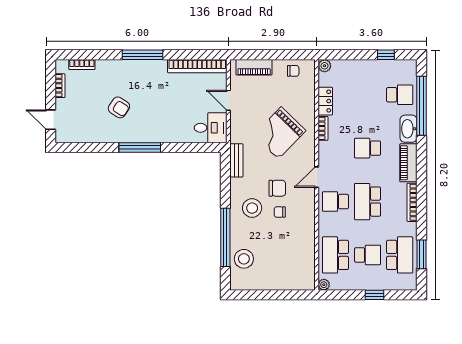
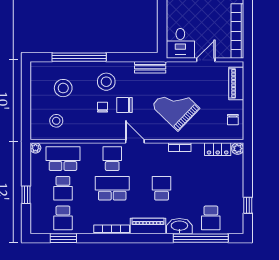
locker: (325, 101) -> (218, 149), moved
chair: (277, 188) -> (125, 105), turned 90
school desk: (400, 255) -> (63, 218), width x0.54
stool: (244, 259) -> (63, 88), moved
stool: (294, 262) -> (56, 121), added

